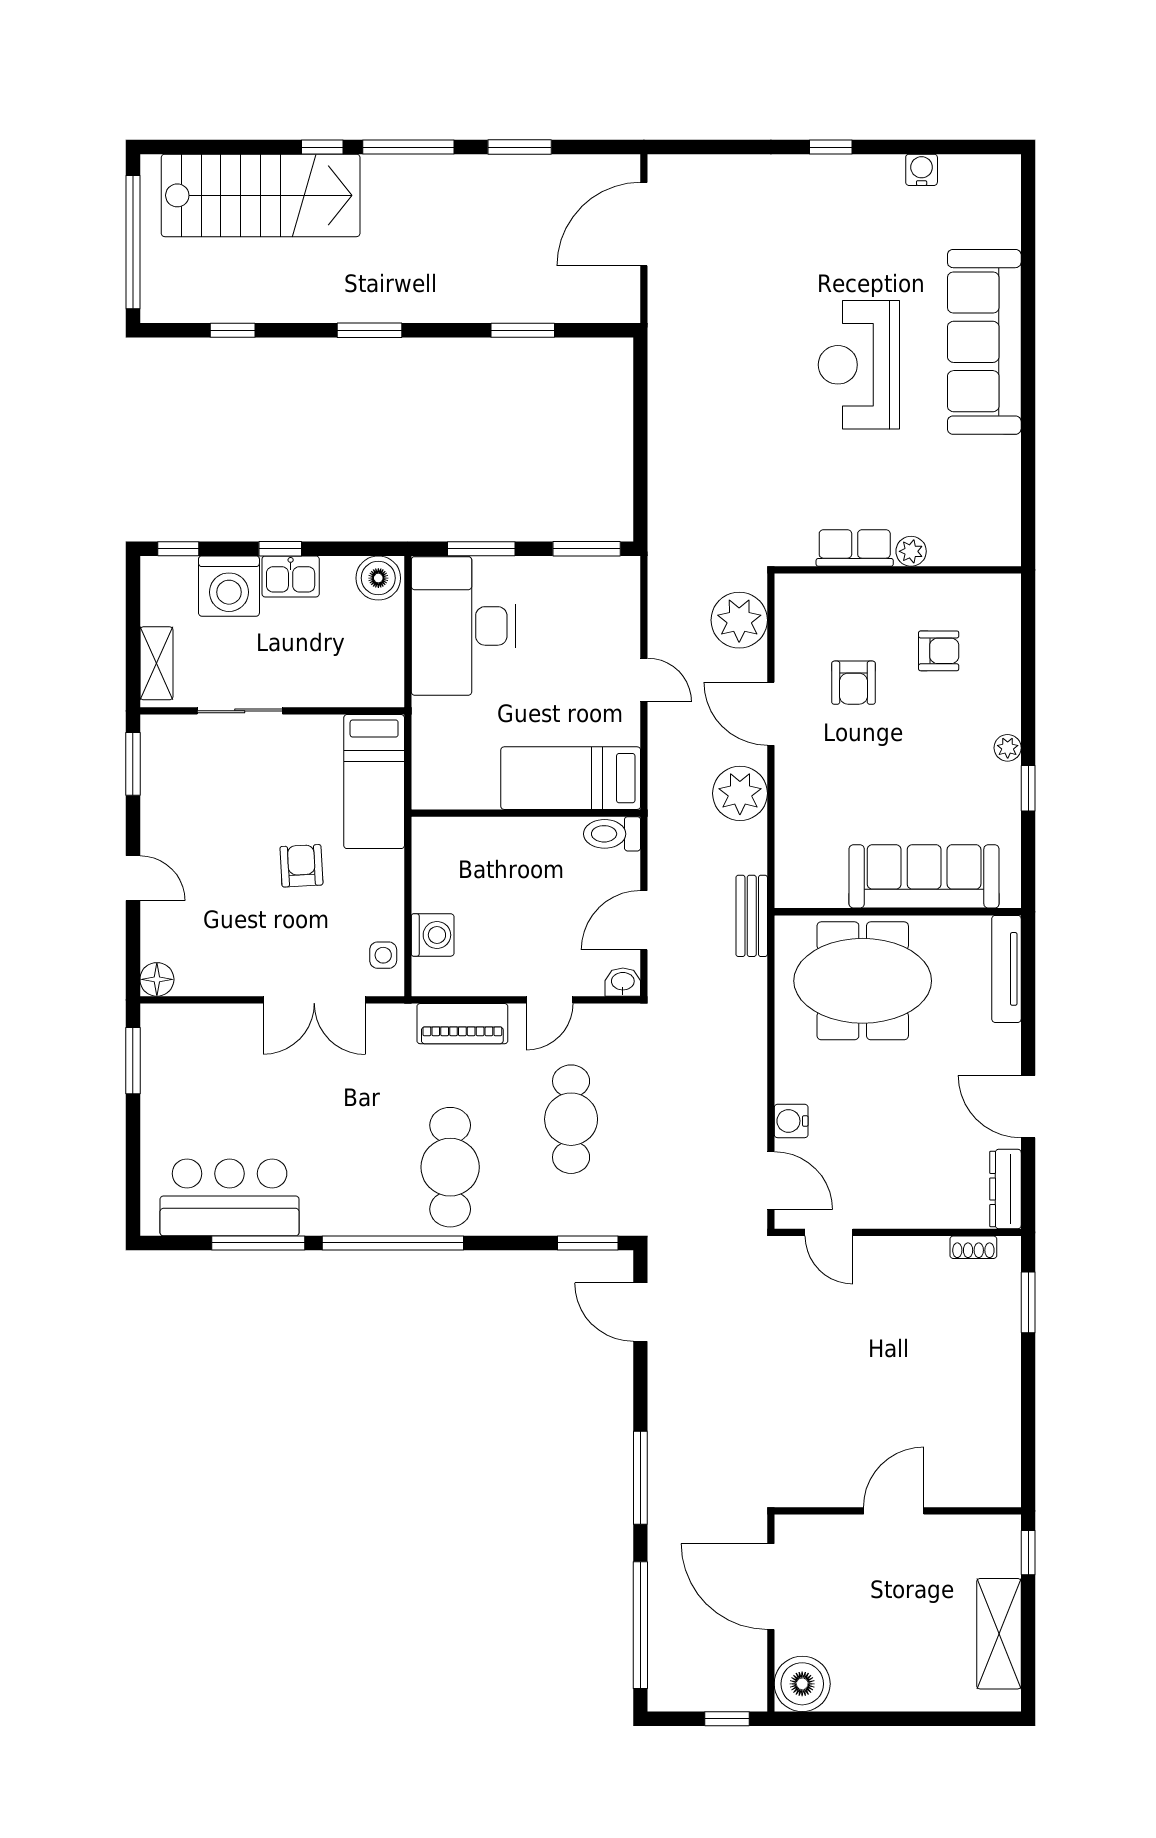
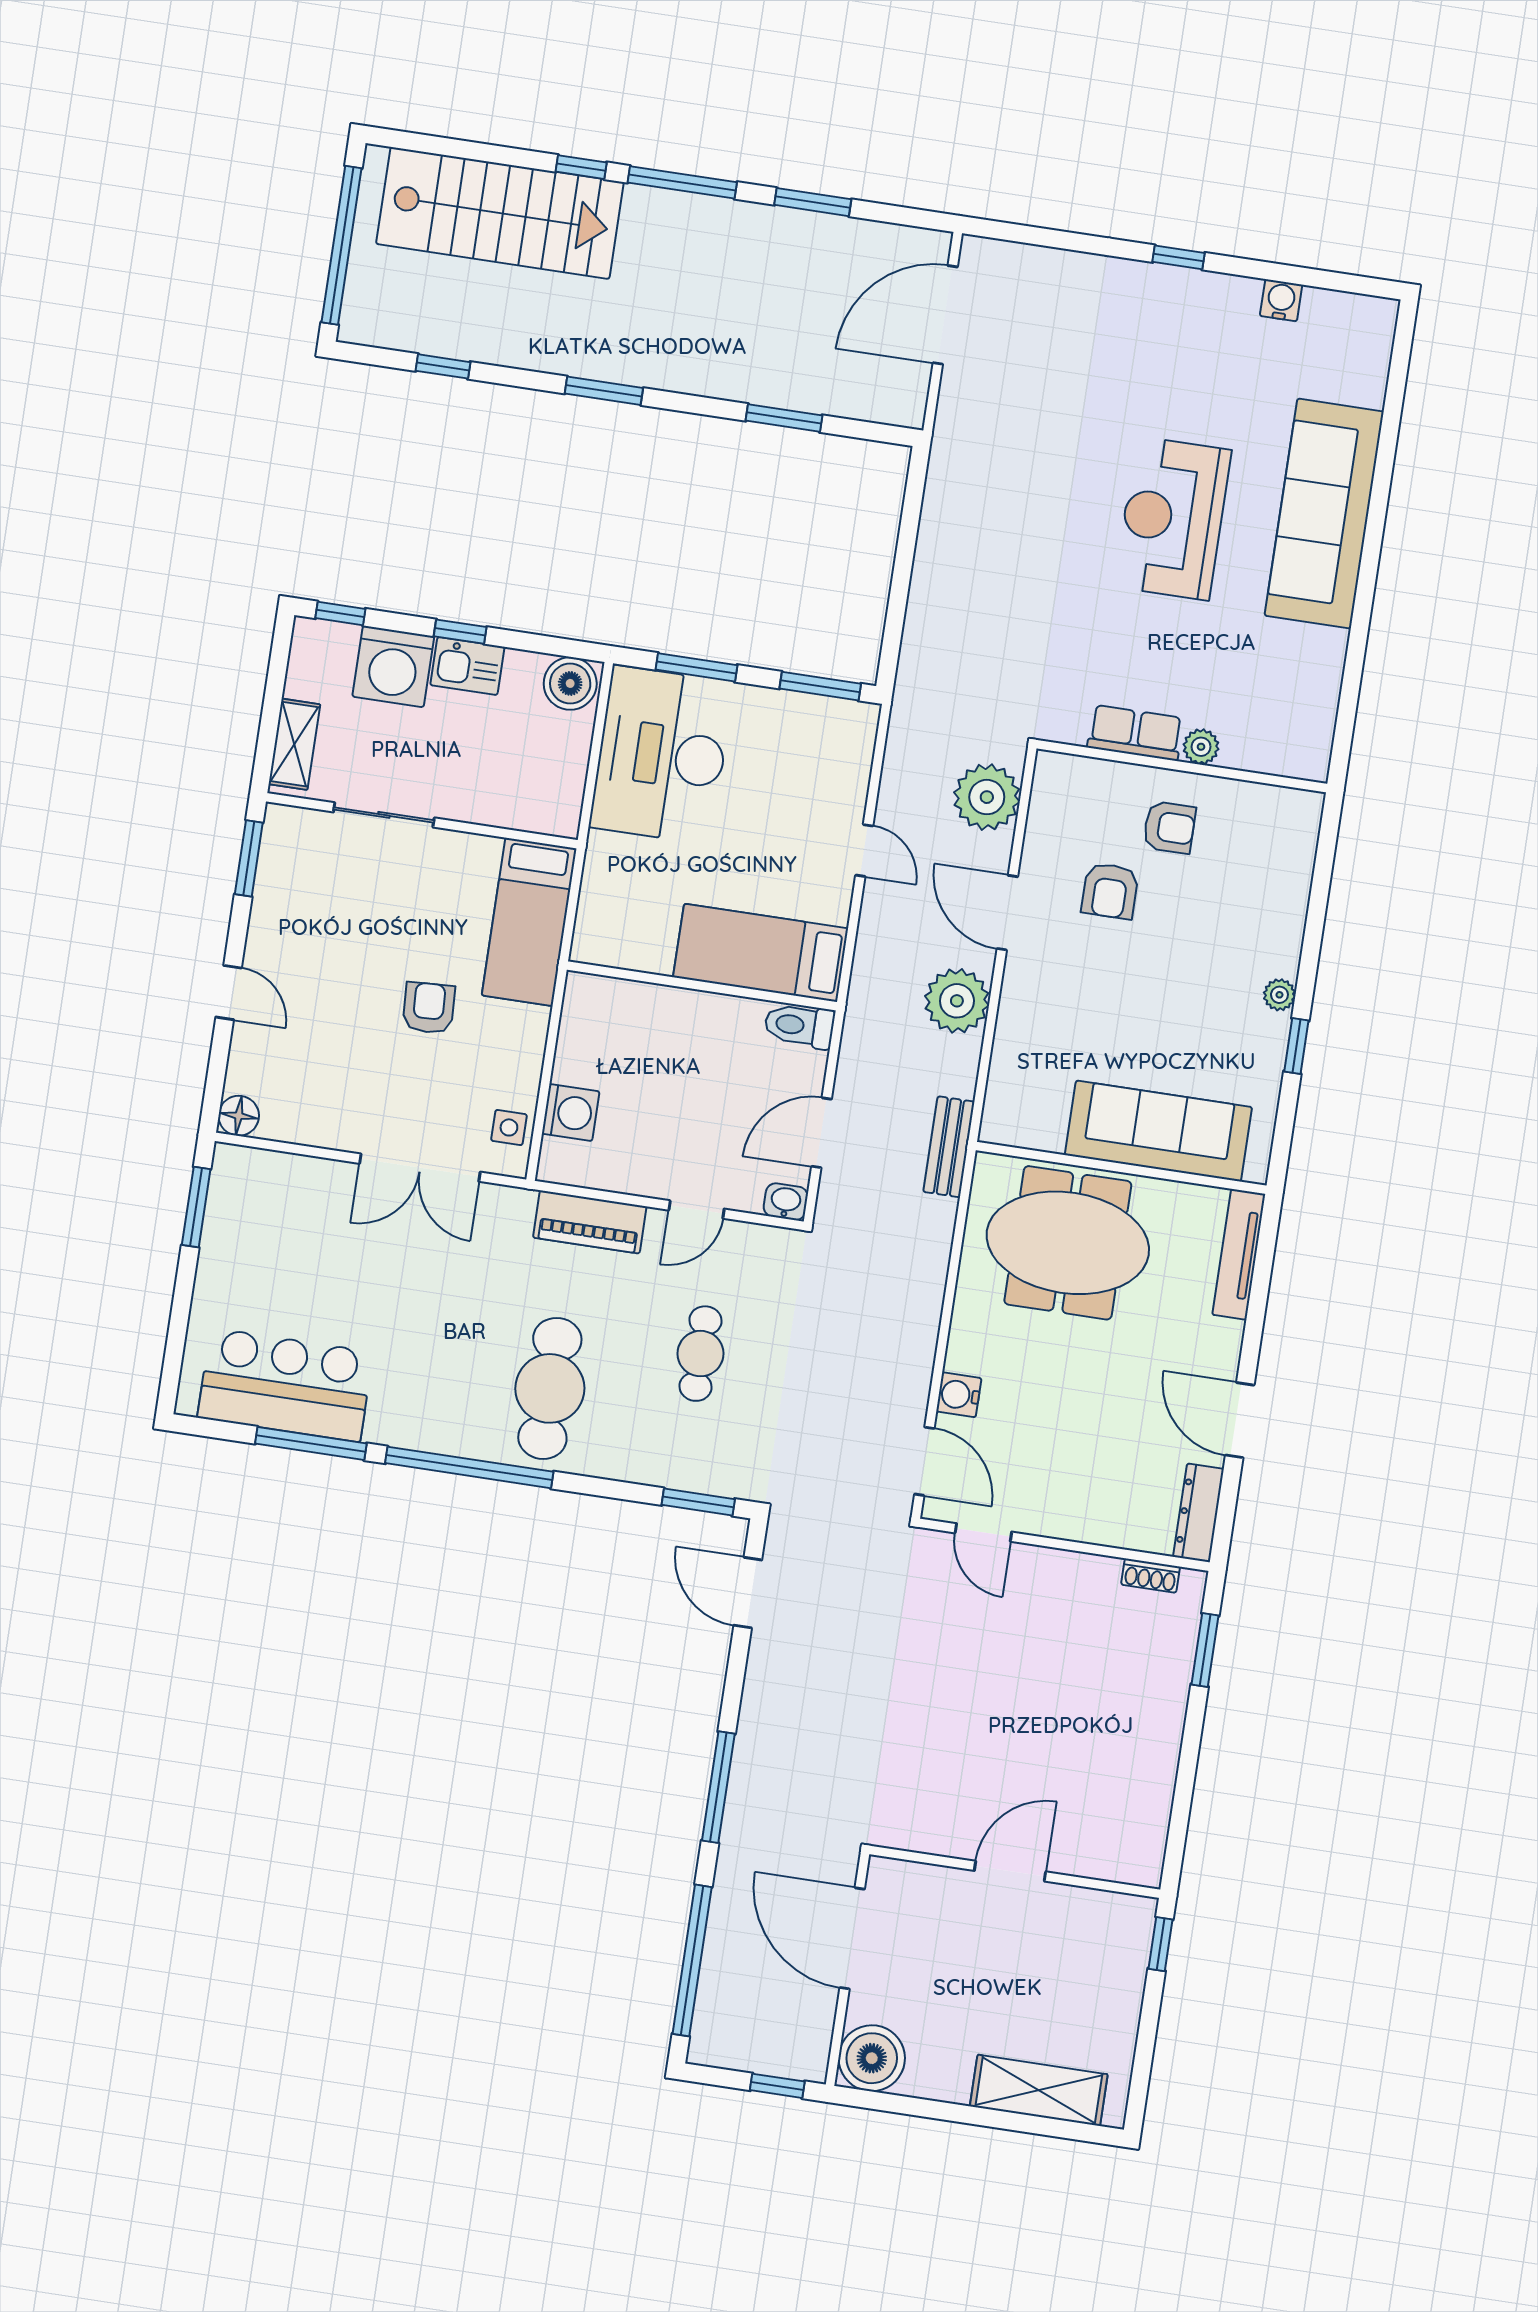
armchair: (939, 651) -> (1169, 827), moved
cafe table: (571, 1119) -> (701, 1354), width x0.73, depth x0.74
shelving: (999, 1634) -> (1039, 2090), moved, turned 90

